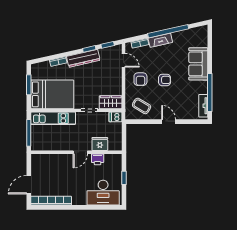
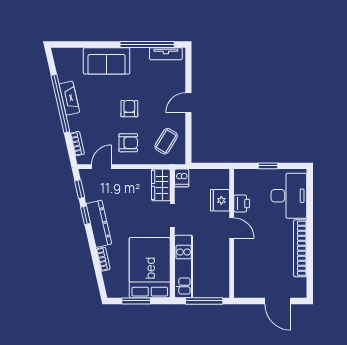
fireplace: (160, 40) -> (69, 98), moved
bookcase: (51, 201) -> (300, 248), moved

